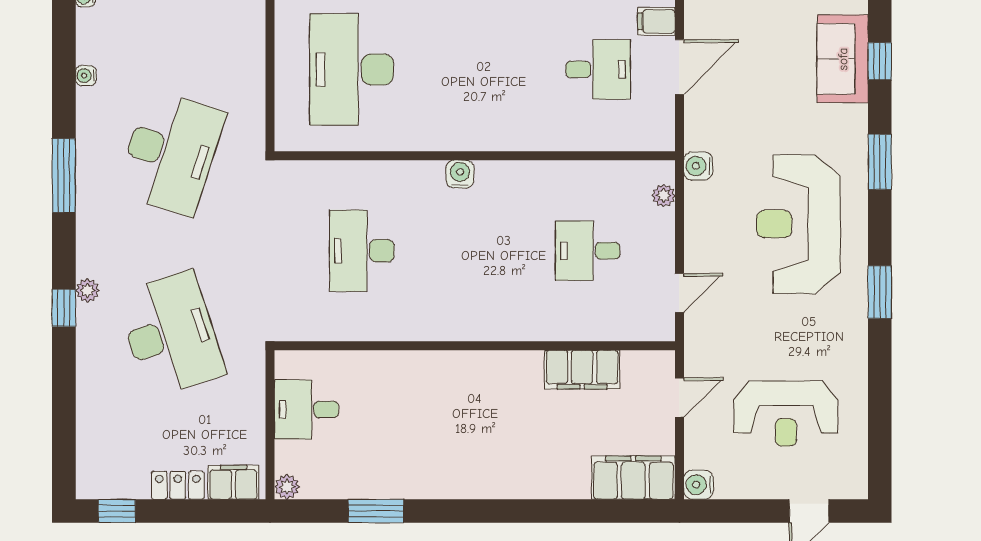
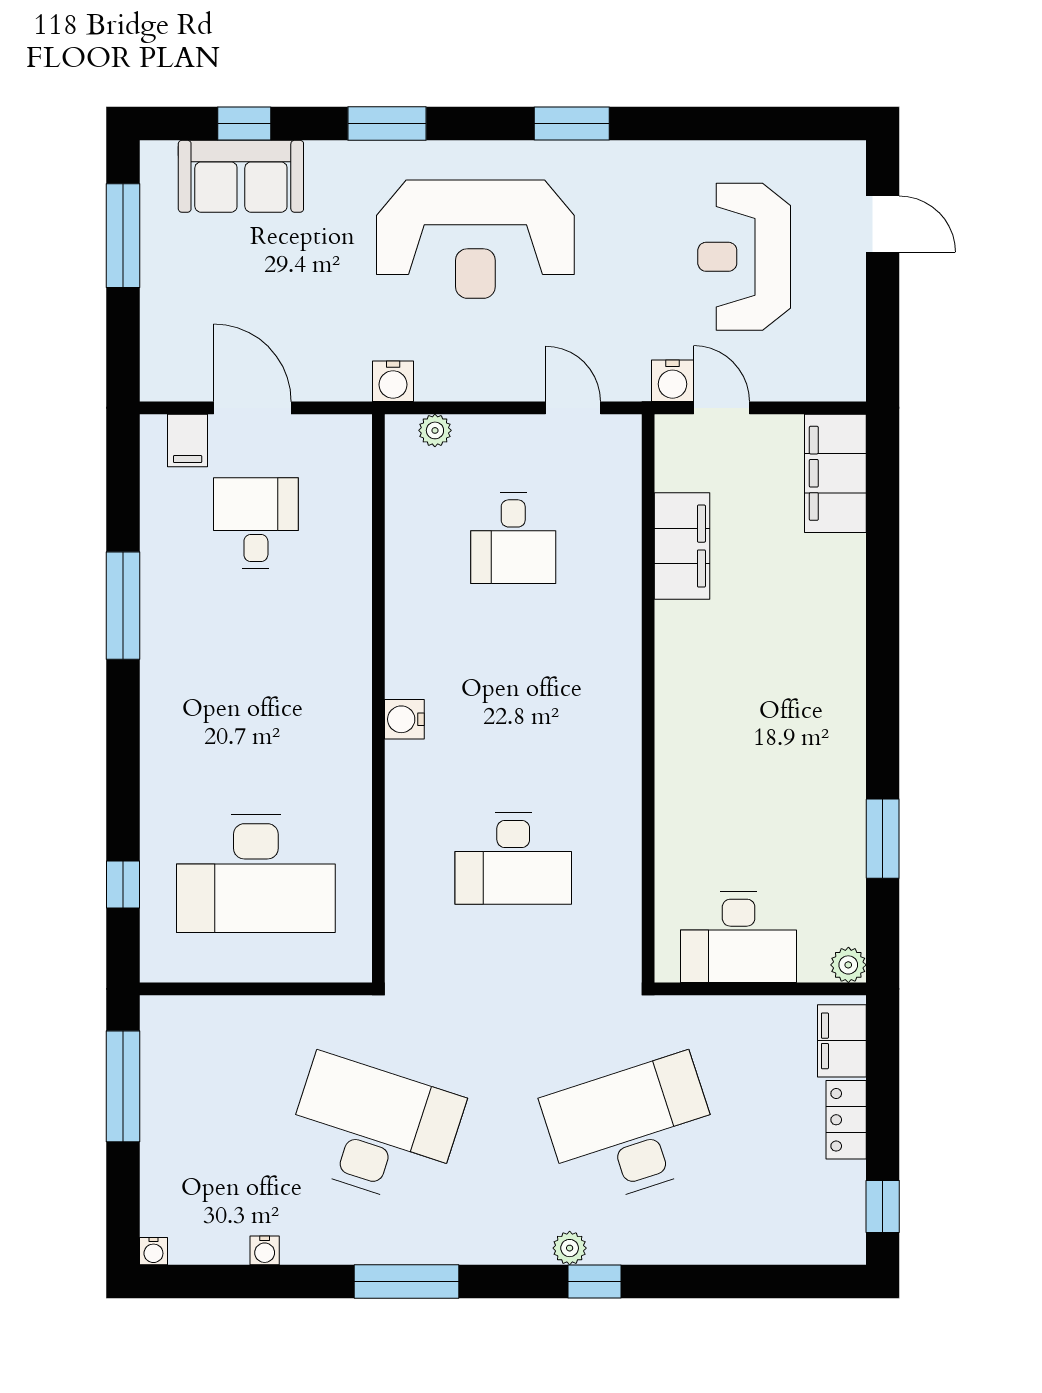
desk: (306, 409) -> (739, 937), width x1.37
reception desk: (786, 413) -> (744, 257), turned 180
water cooler: (699, 485) -> (672, 381), moved

